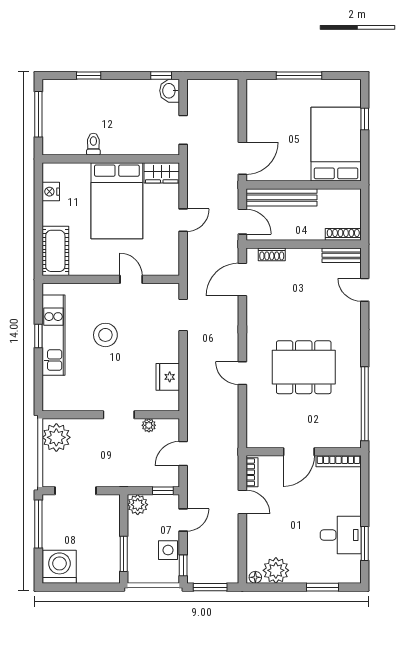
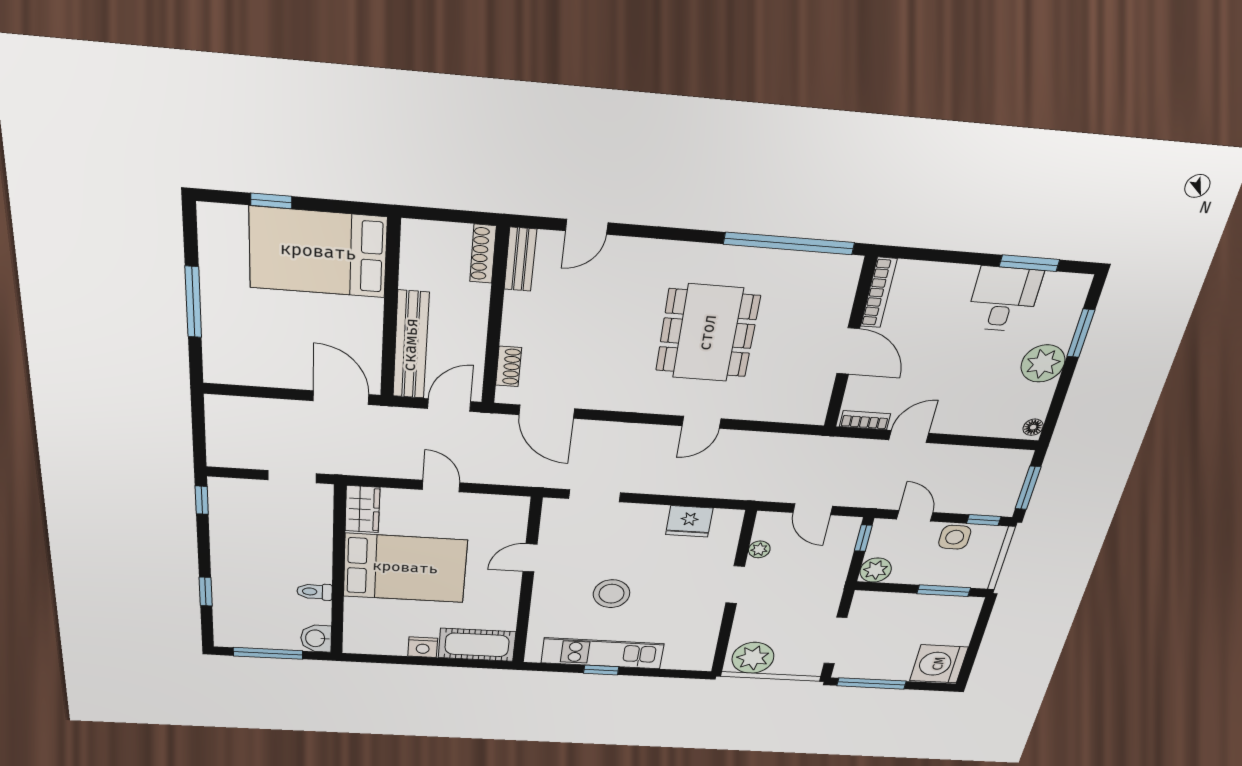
washbasin: (170, 91) -> (316, 638), moved, turned 90
nightstand: (51, 192) -> (423, 647), moved
plant: (276, 570) -> (1043, 363), moved

